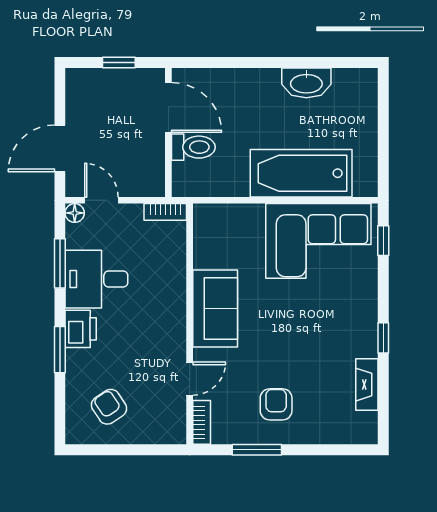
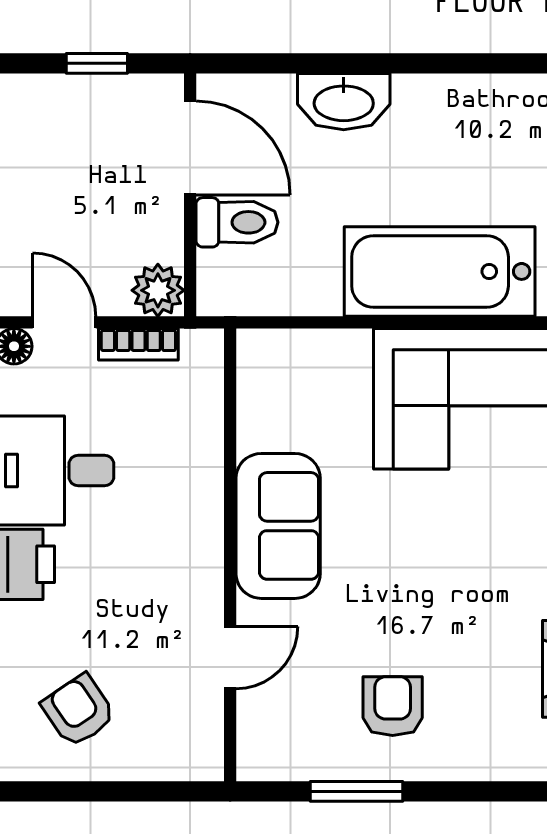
washbasin: (306, 83) -> (344, 102), moved
plant: (151, 183) -> (158, 290), added
bookcase: (165, 212) -> (138, 344), moved
bookcase: (202, 422) -> (253, 740), removed

